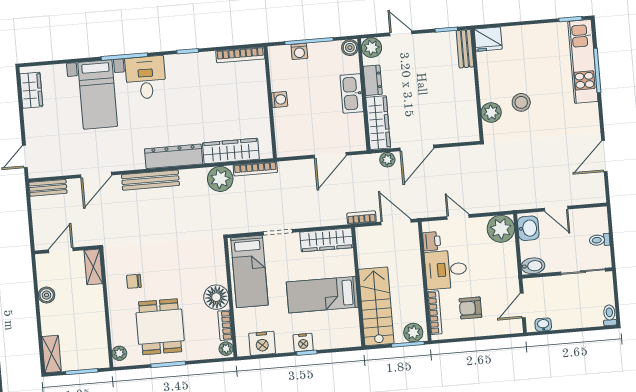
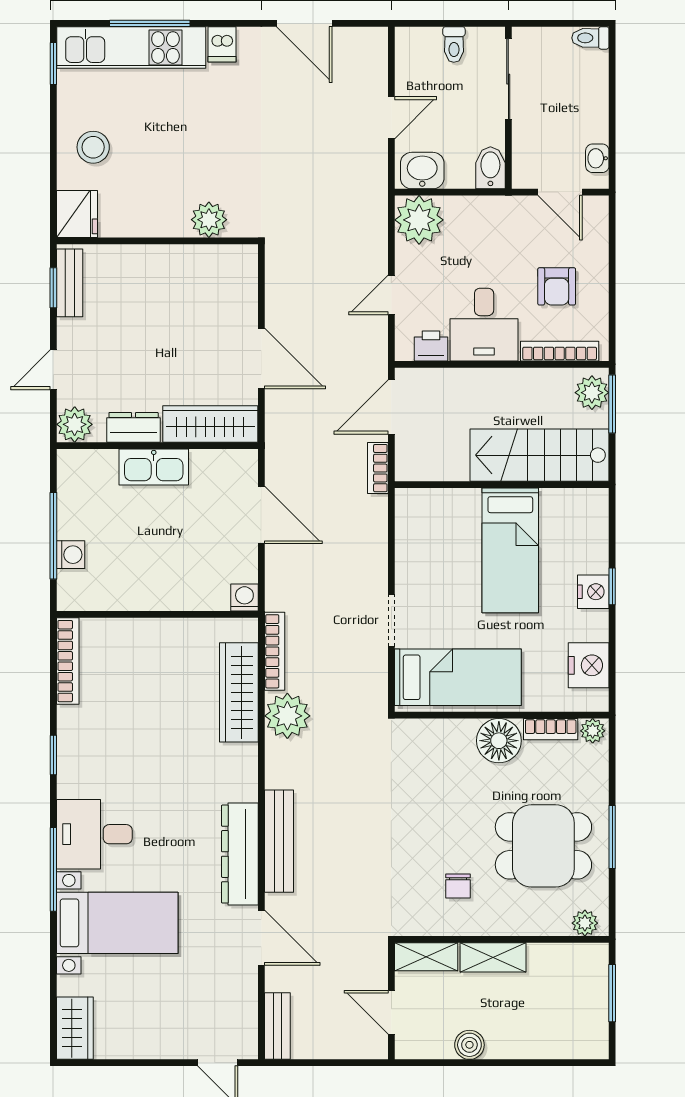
boiler: (350, 48) -> (71, 463), removed
bench: (465, 49) -> (70, 283), moved, turned 90
wardrobe: (31, 90) -> (75, 1028), moved, turned 90
washing machine: (279, 100) -> (244, 598), moved
stool: (521, 102) -> (93, 147), moved
dishwasher: (589, 112) -> (222, 44), added
dresser: (174, 156) -> (240, 854), moved
plant: (387, 160) -> (278, 413), removed
wardrobe: (326, 240) -> (413, 534), removed
shelving: (52, 354) -> (493, 957), moved

